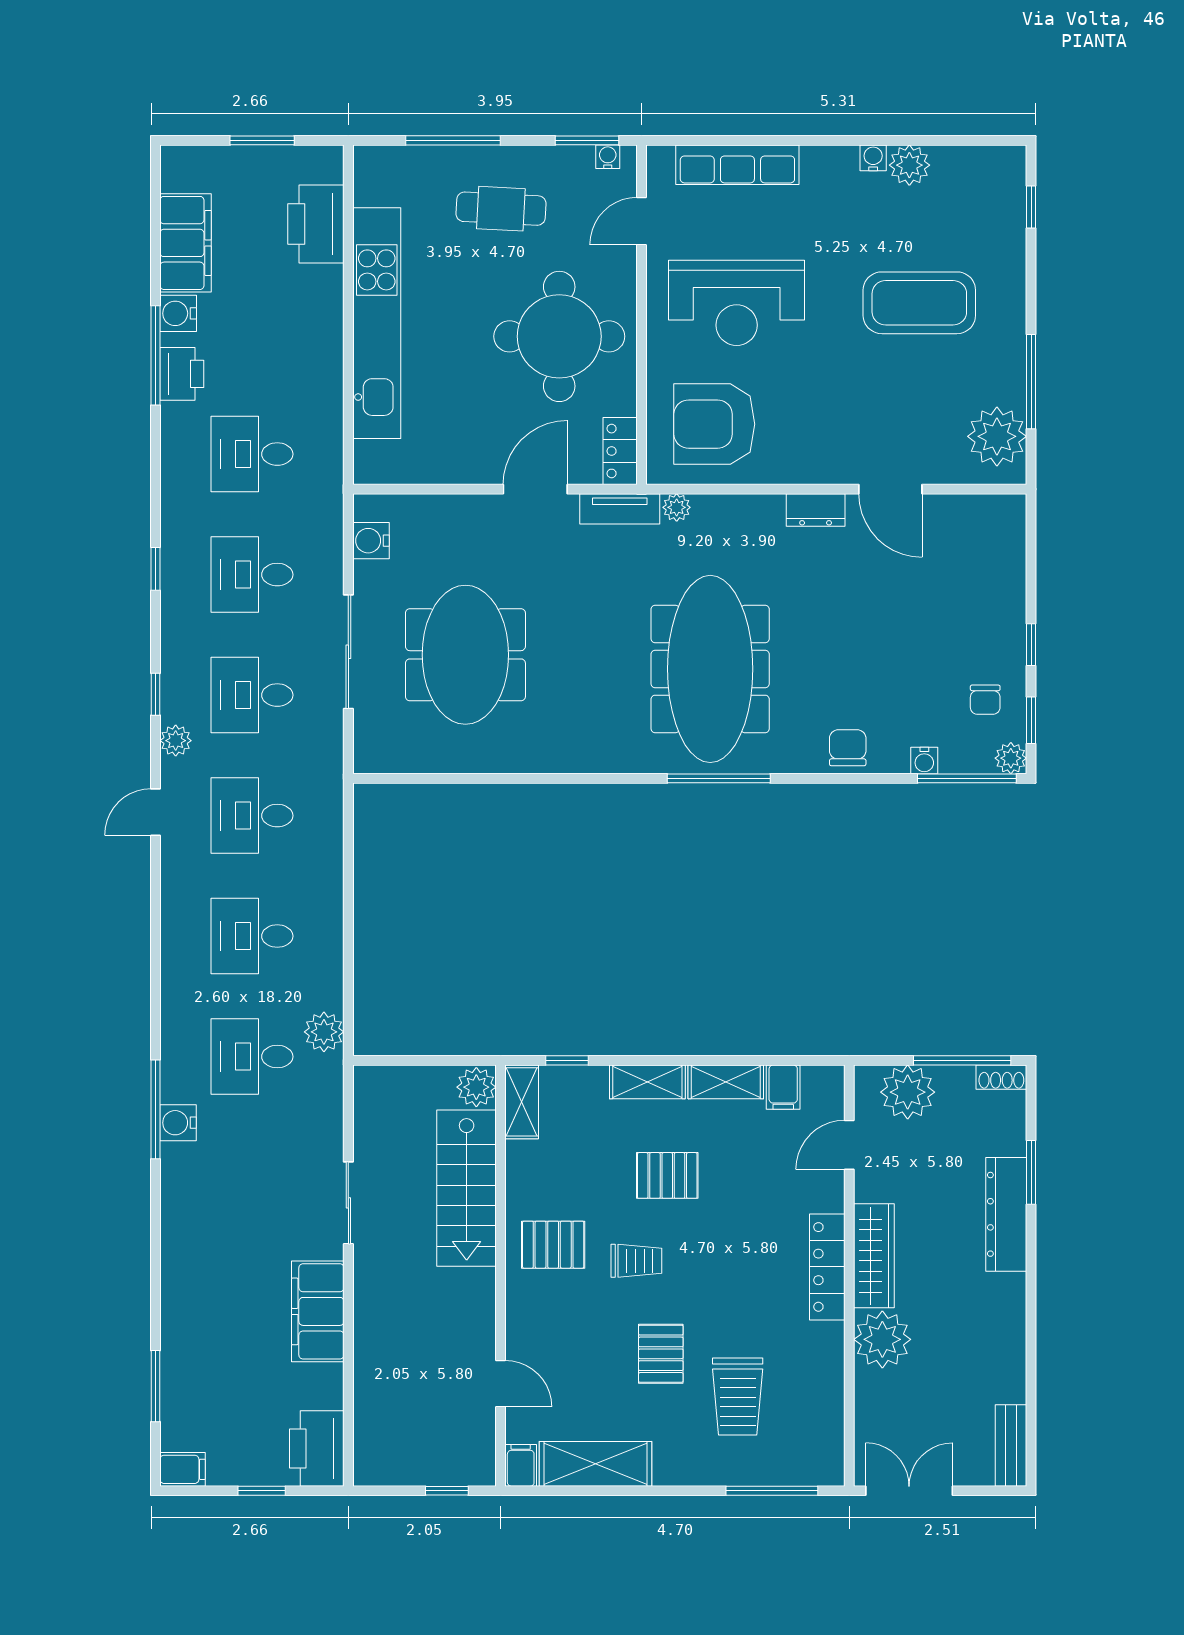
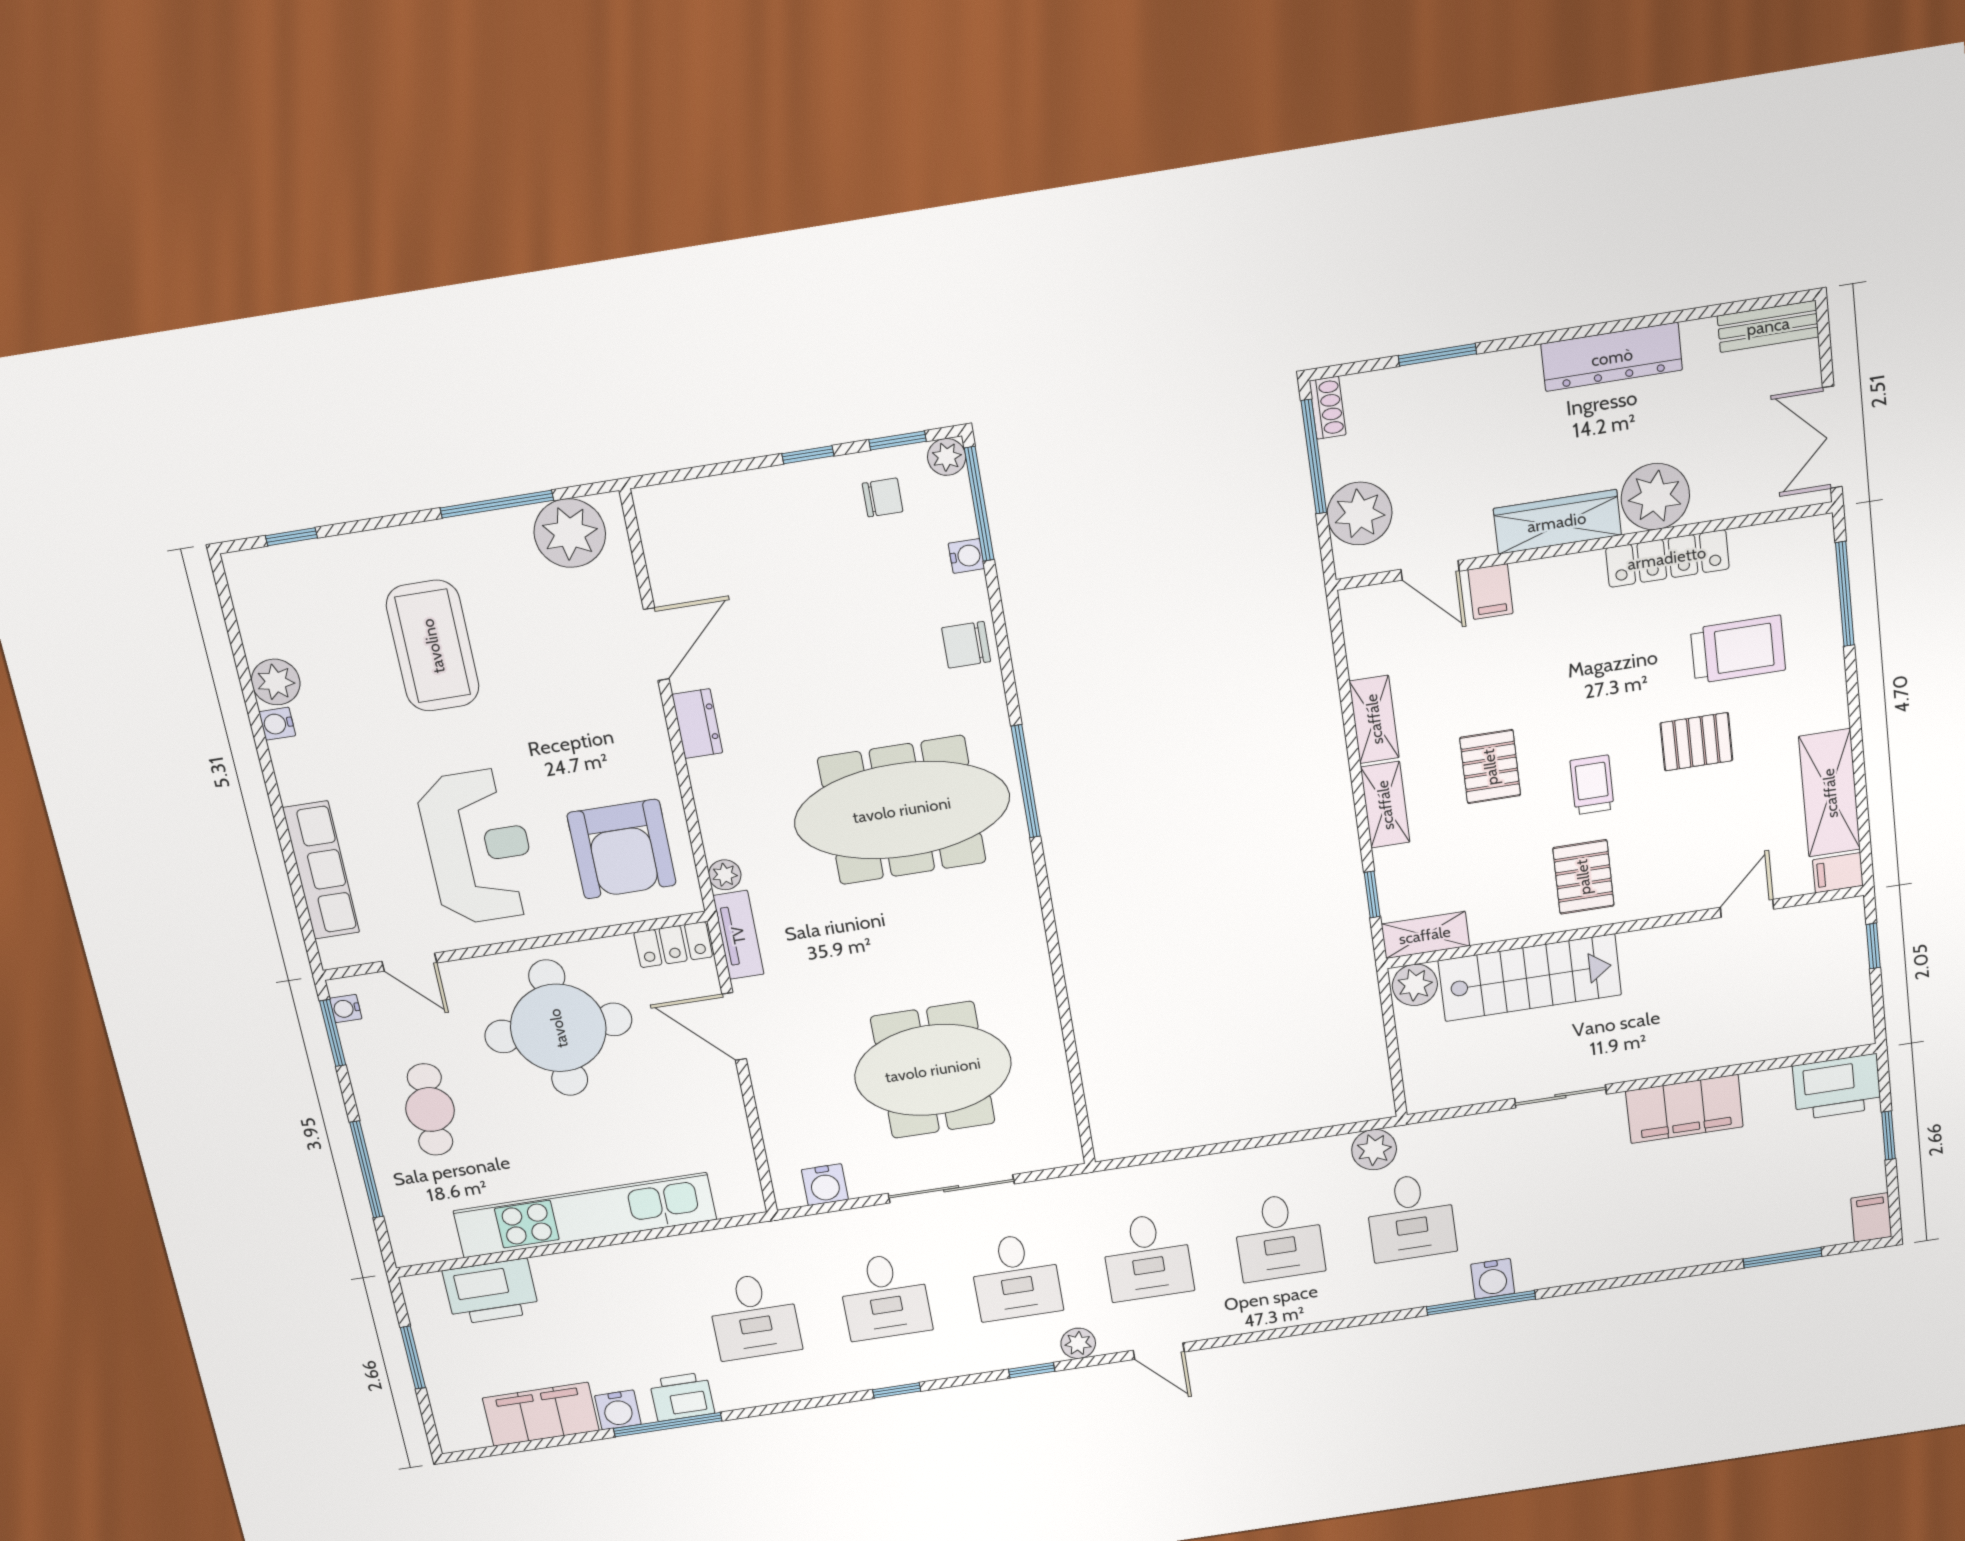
filing cabinet: (783, 1087) -> (1490, 592), moved, turned 90
dresser: (1006, 1214) -> (1612, 357), moved
locker: (827, 1267) -> (1667, 558), moved

